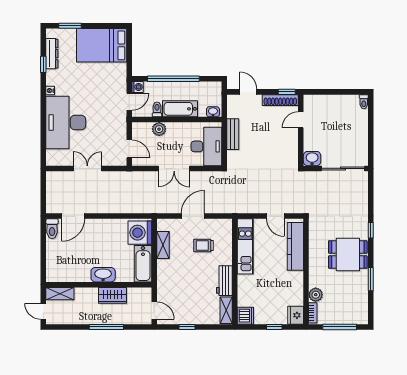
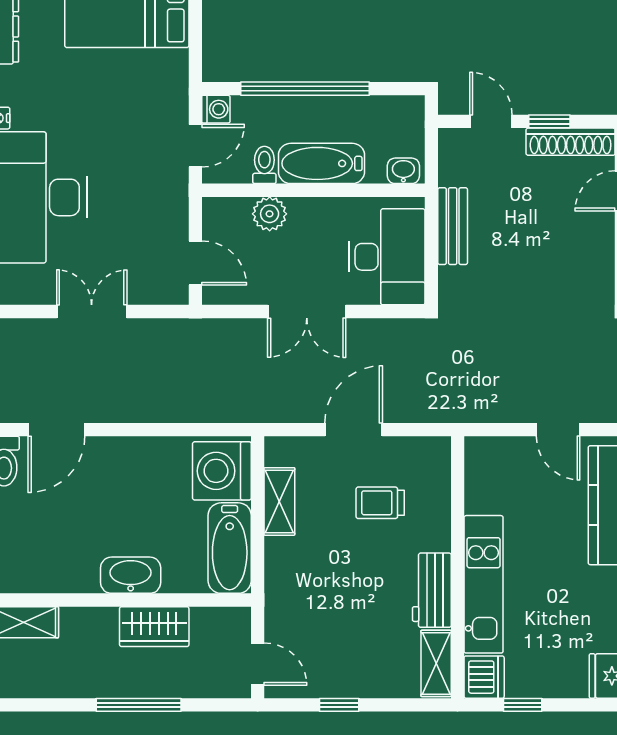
window: (287, 92) -> (549, 121), moved
kitchen unit: (245, 246) -> (484, 584), moved
window: (274, 327) -> (523, 705), moved

